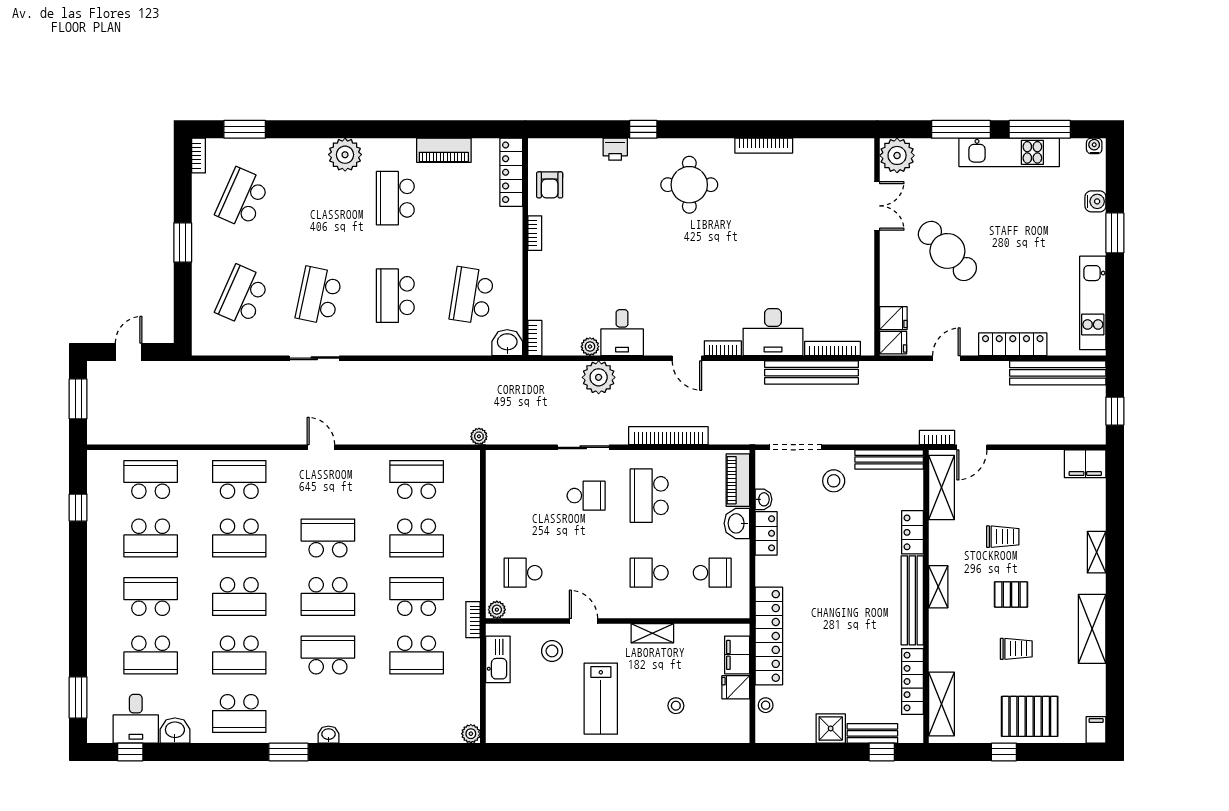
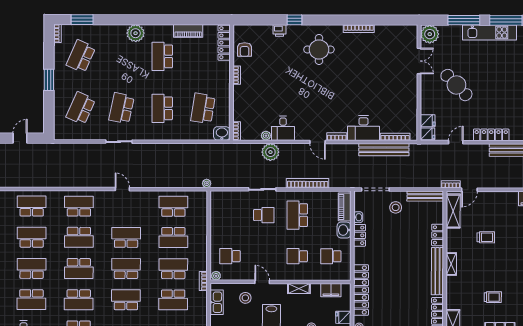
school desk: (151, 538) -> (32, 237), turned 180
school desk: (712, 573) -> (331, 256), turned 180
pallet: (1011, 594) -> (490, 268), removed
school desk: (328, 597) -> (126, 269), turned 180
filing cabinet: (737, 655) -> (331, 290), moved, turned -90

